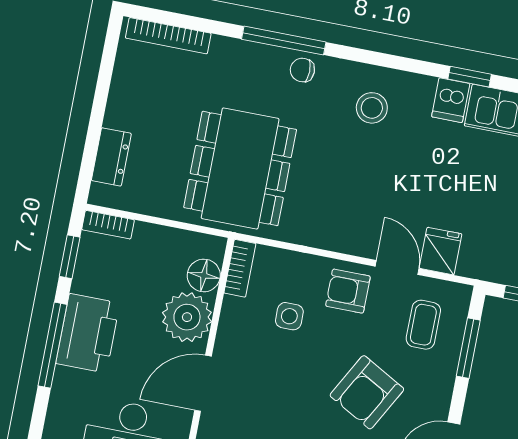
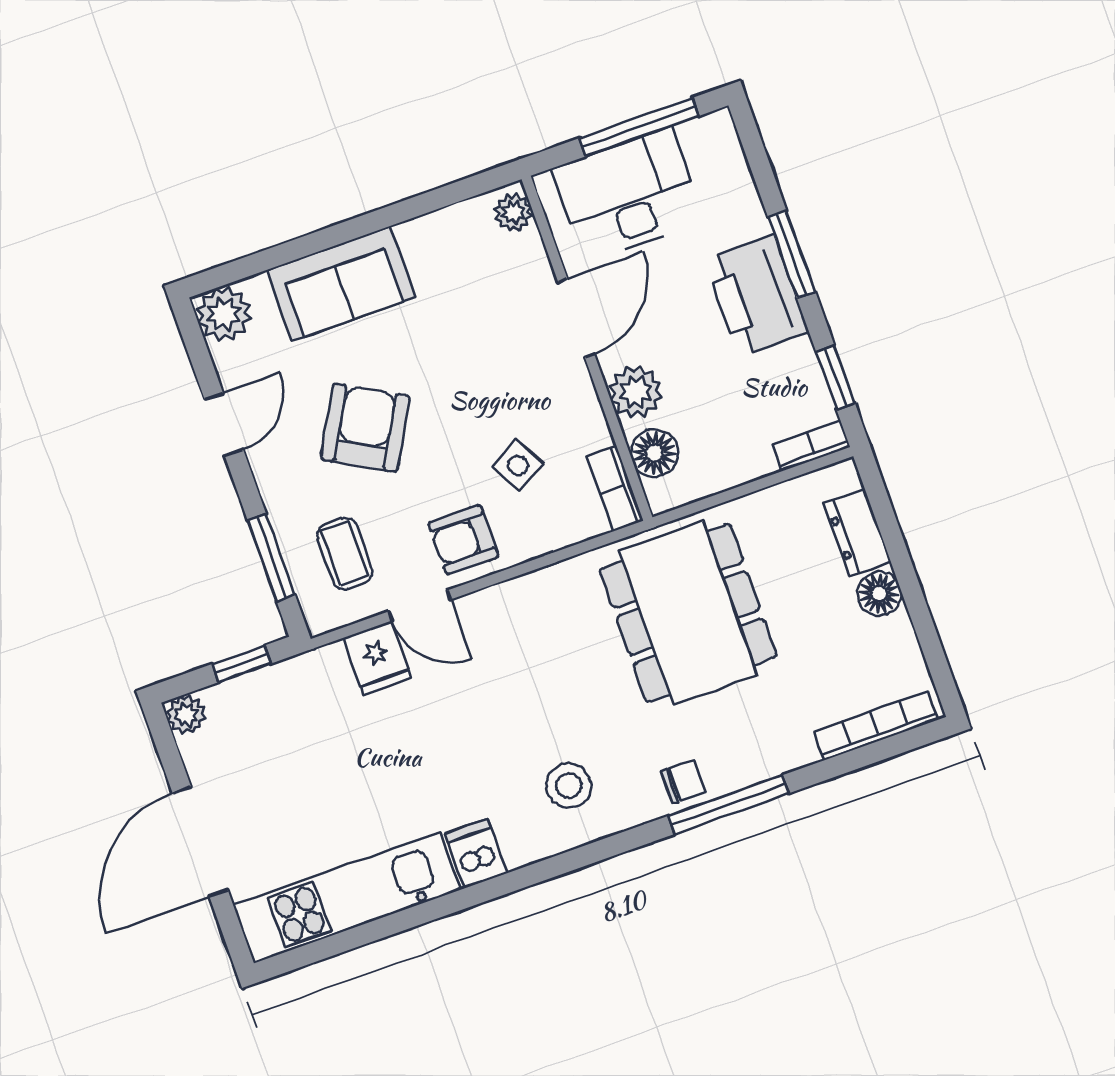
window: (470, 77) -> (470, 897), removed
floor lamp: (120, 113) -> (879, 594), added
armchair: (348, 291) -> (463, 540), turned 180
side table: (289, 316) -> (518, 465), turned -30
plant: (187, 317) -> (636, 392), width x0.73, depth x0.73
window: (53, 345) -> (792, 255), width x0.69

